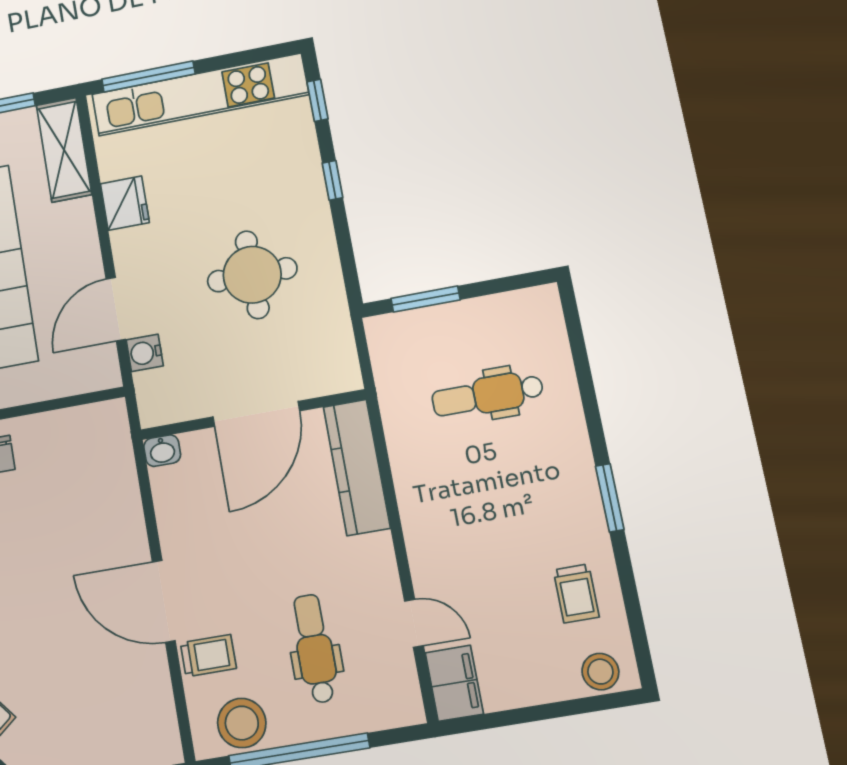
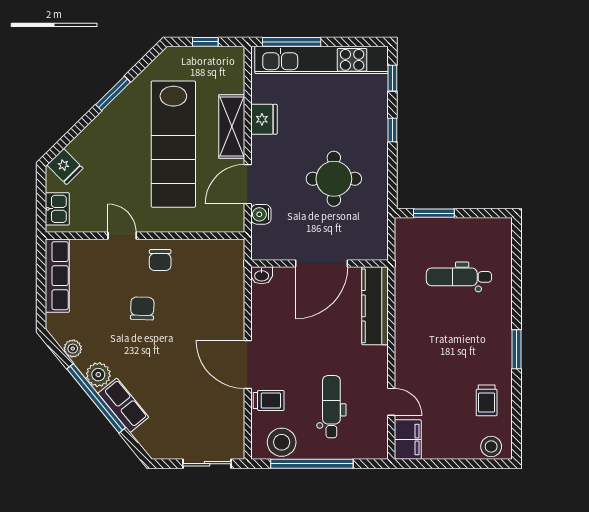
shelving: (64, 150) -> (232, 127), moved

